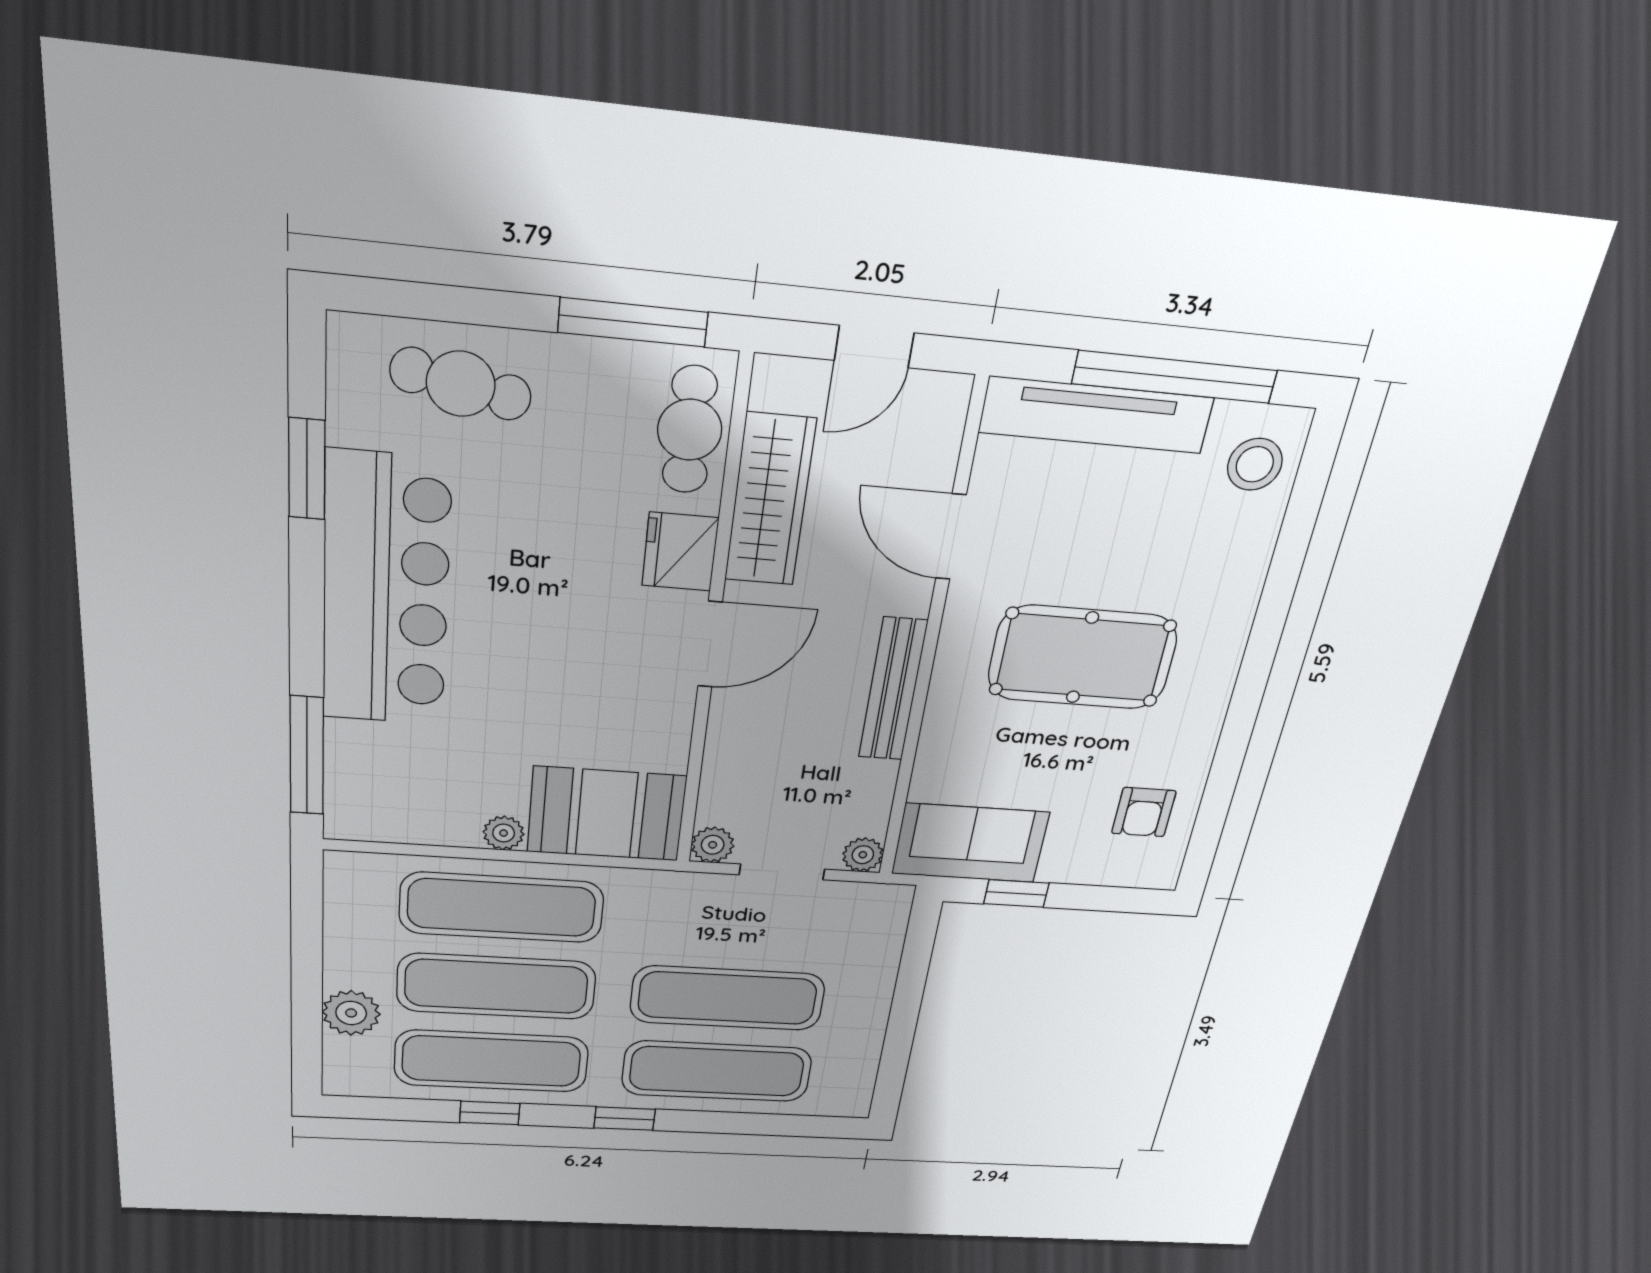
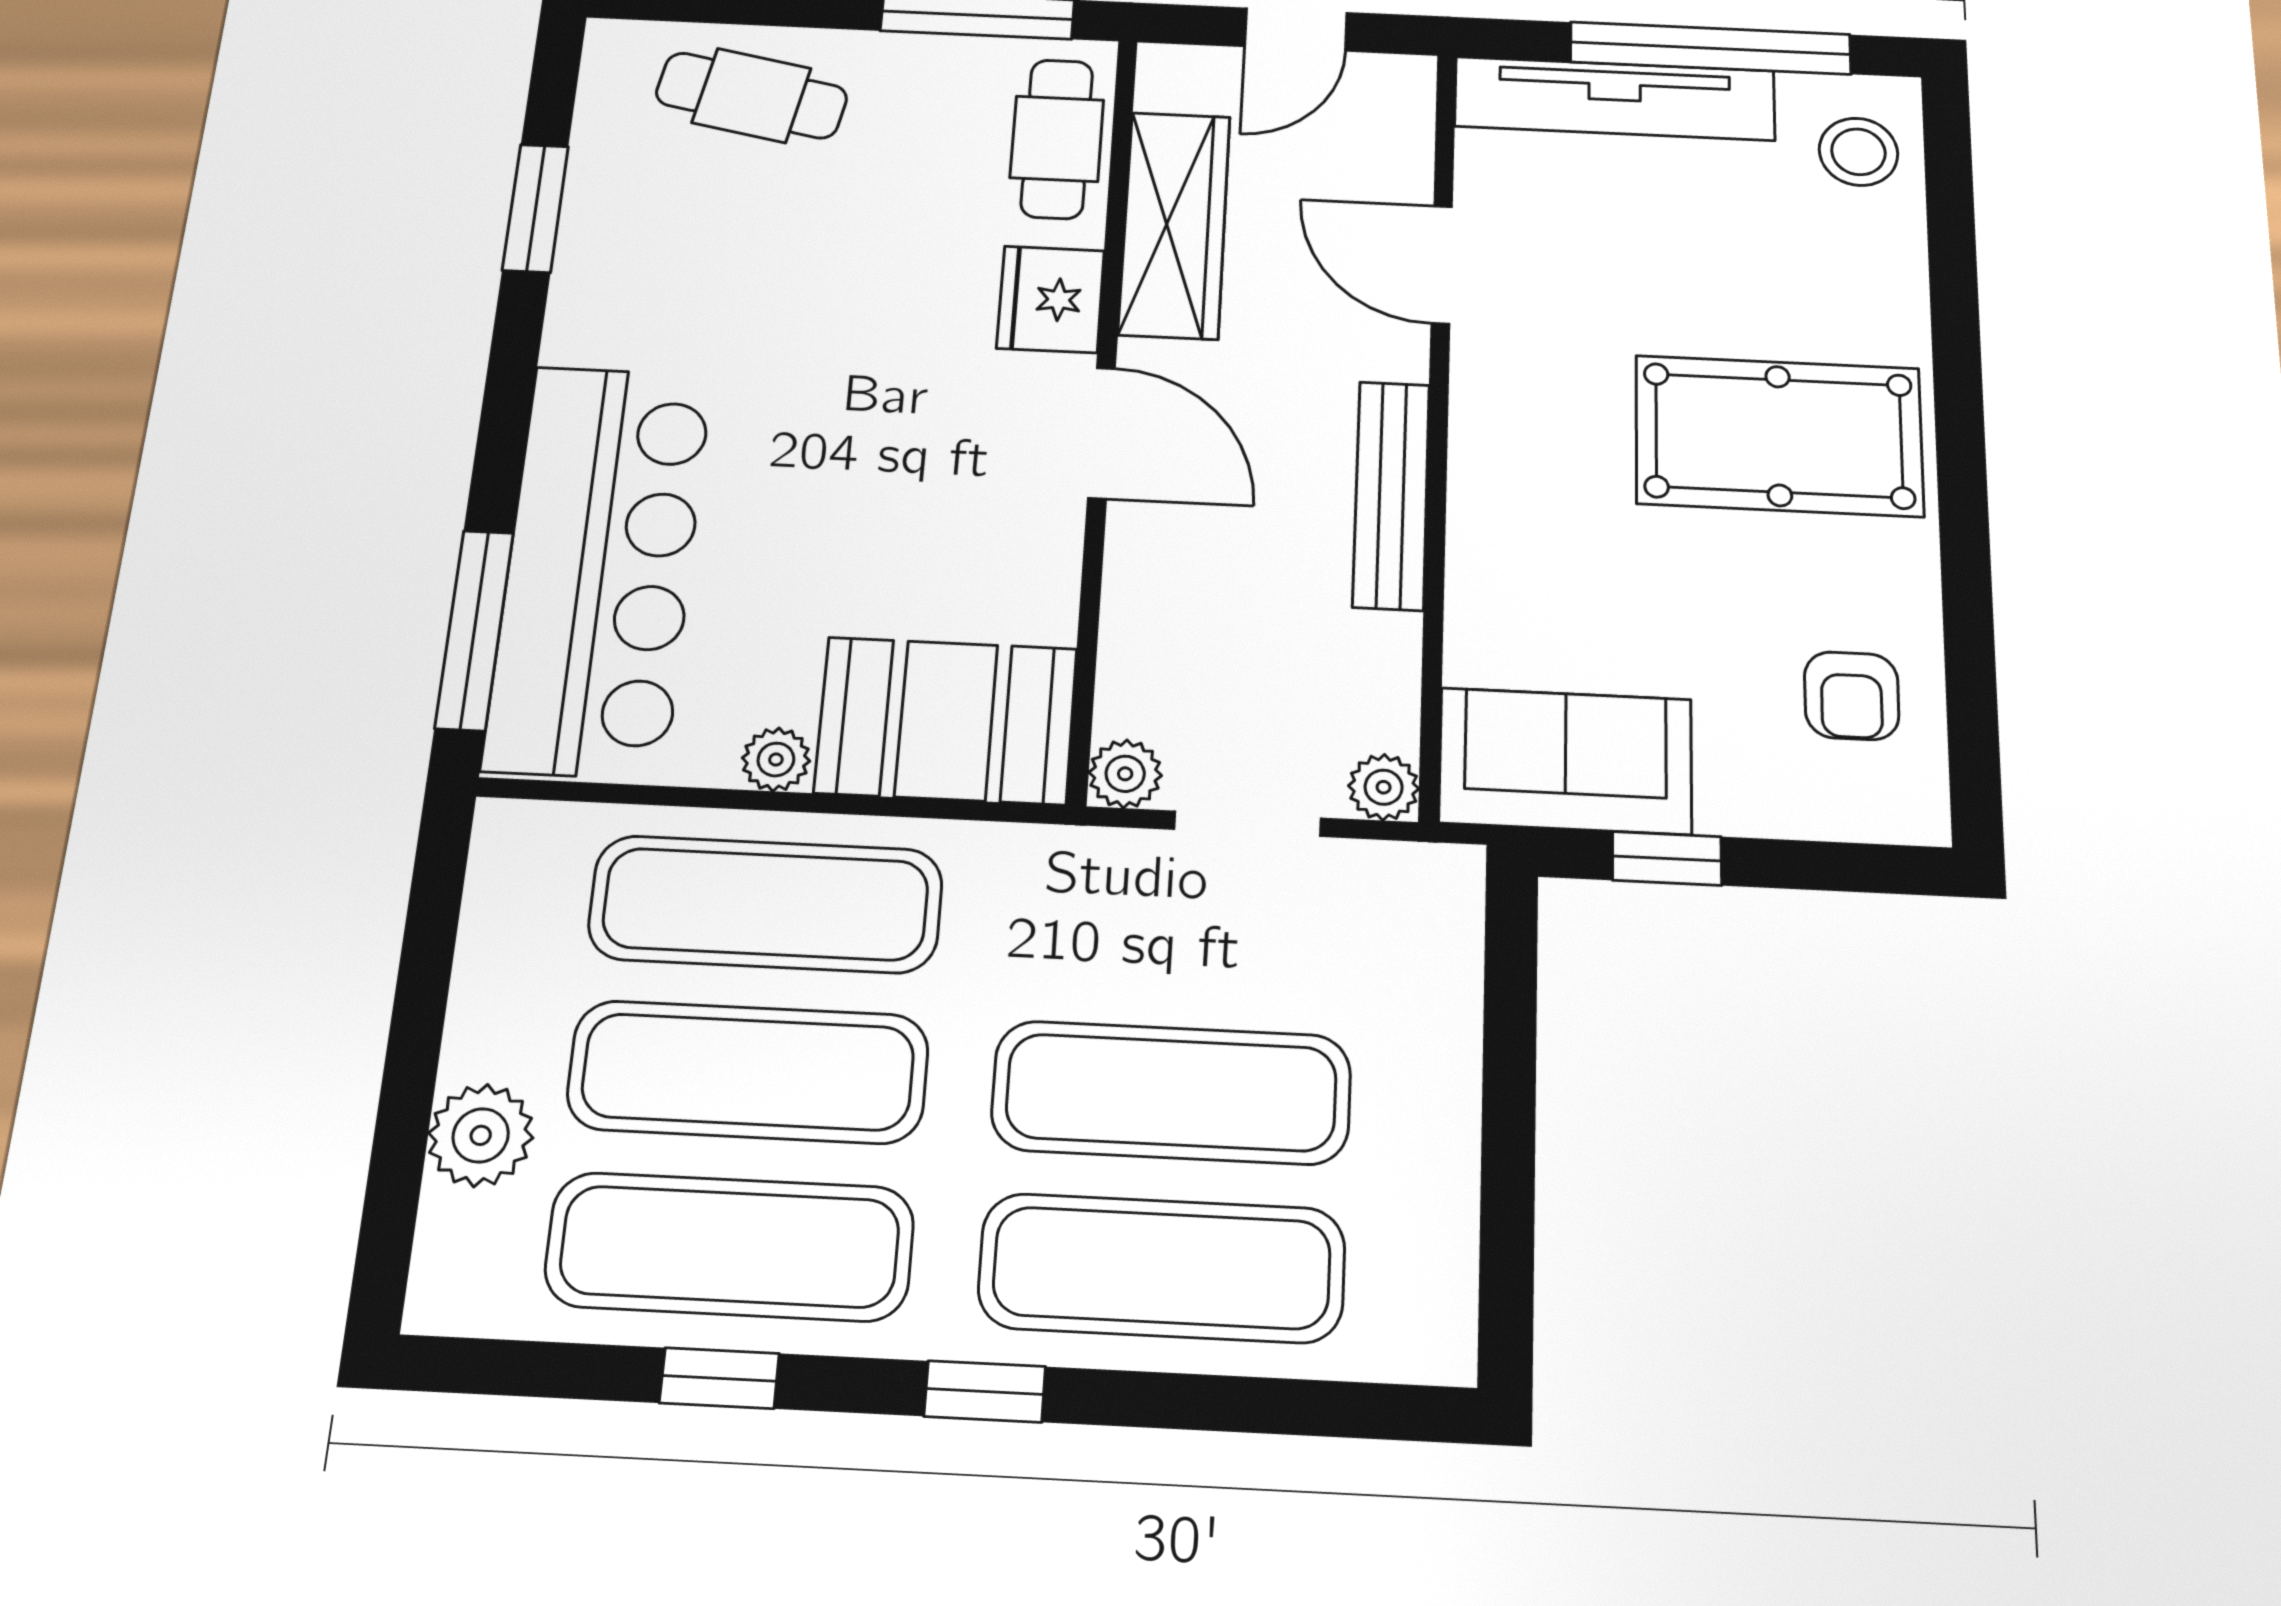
bar counter: (386, 592) -> (599, 569), moved
door: (710, 644) -> (1101, 433), hinge flipped
pool table: (1082, 658) -> (1779, 436), moved

